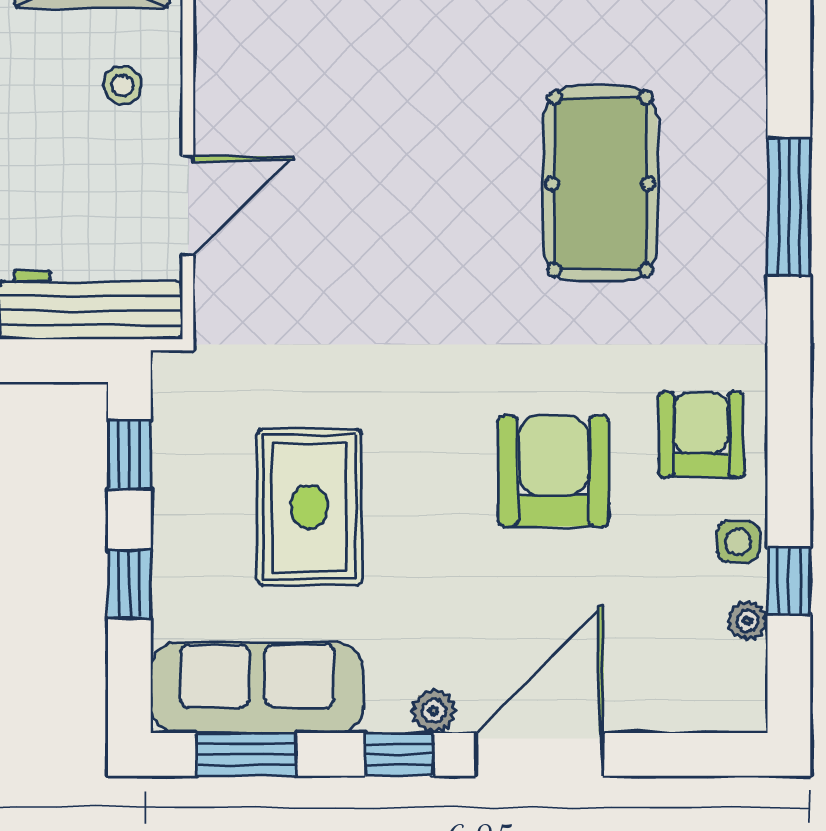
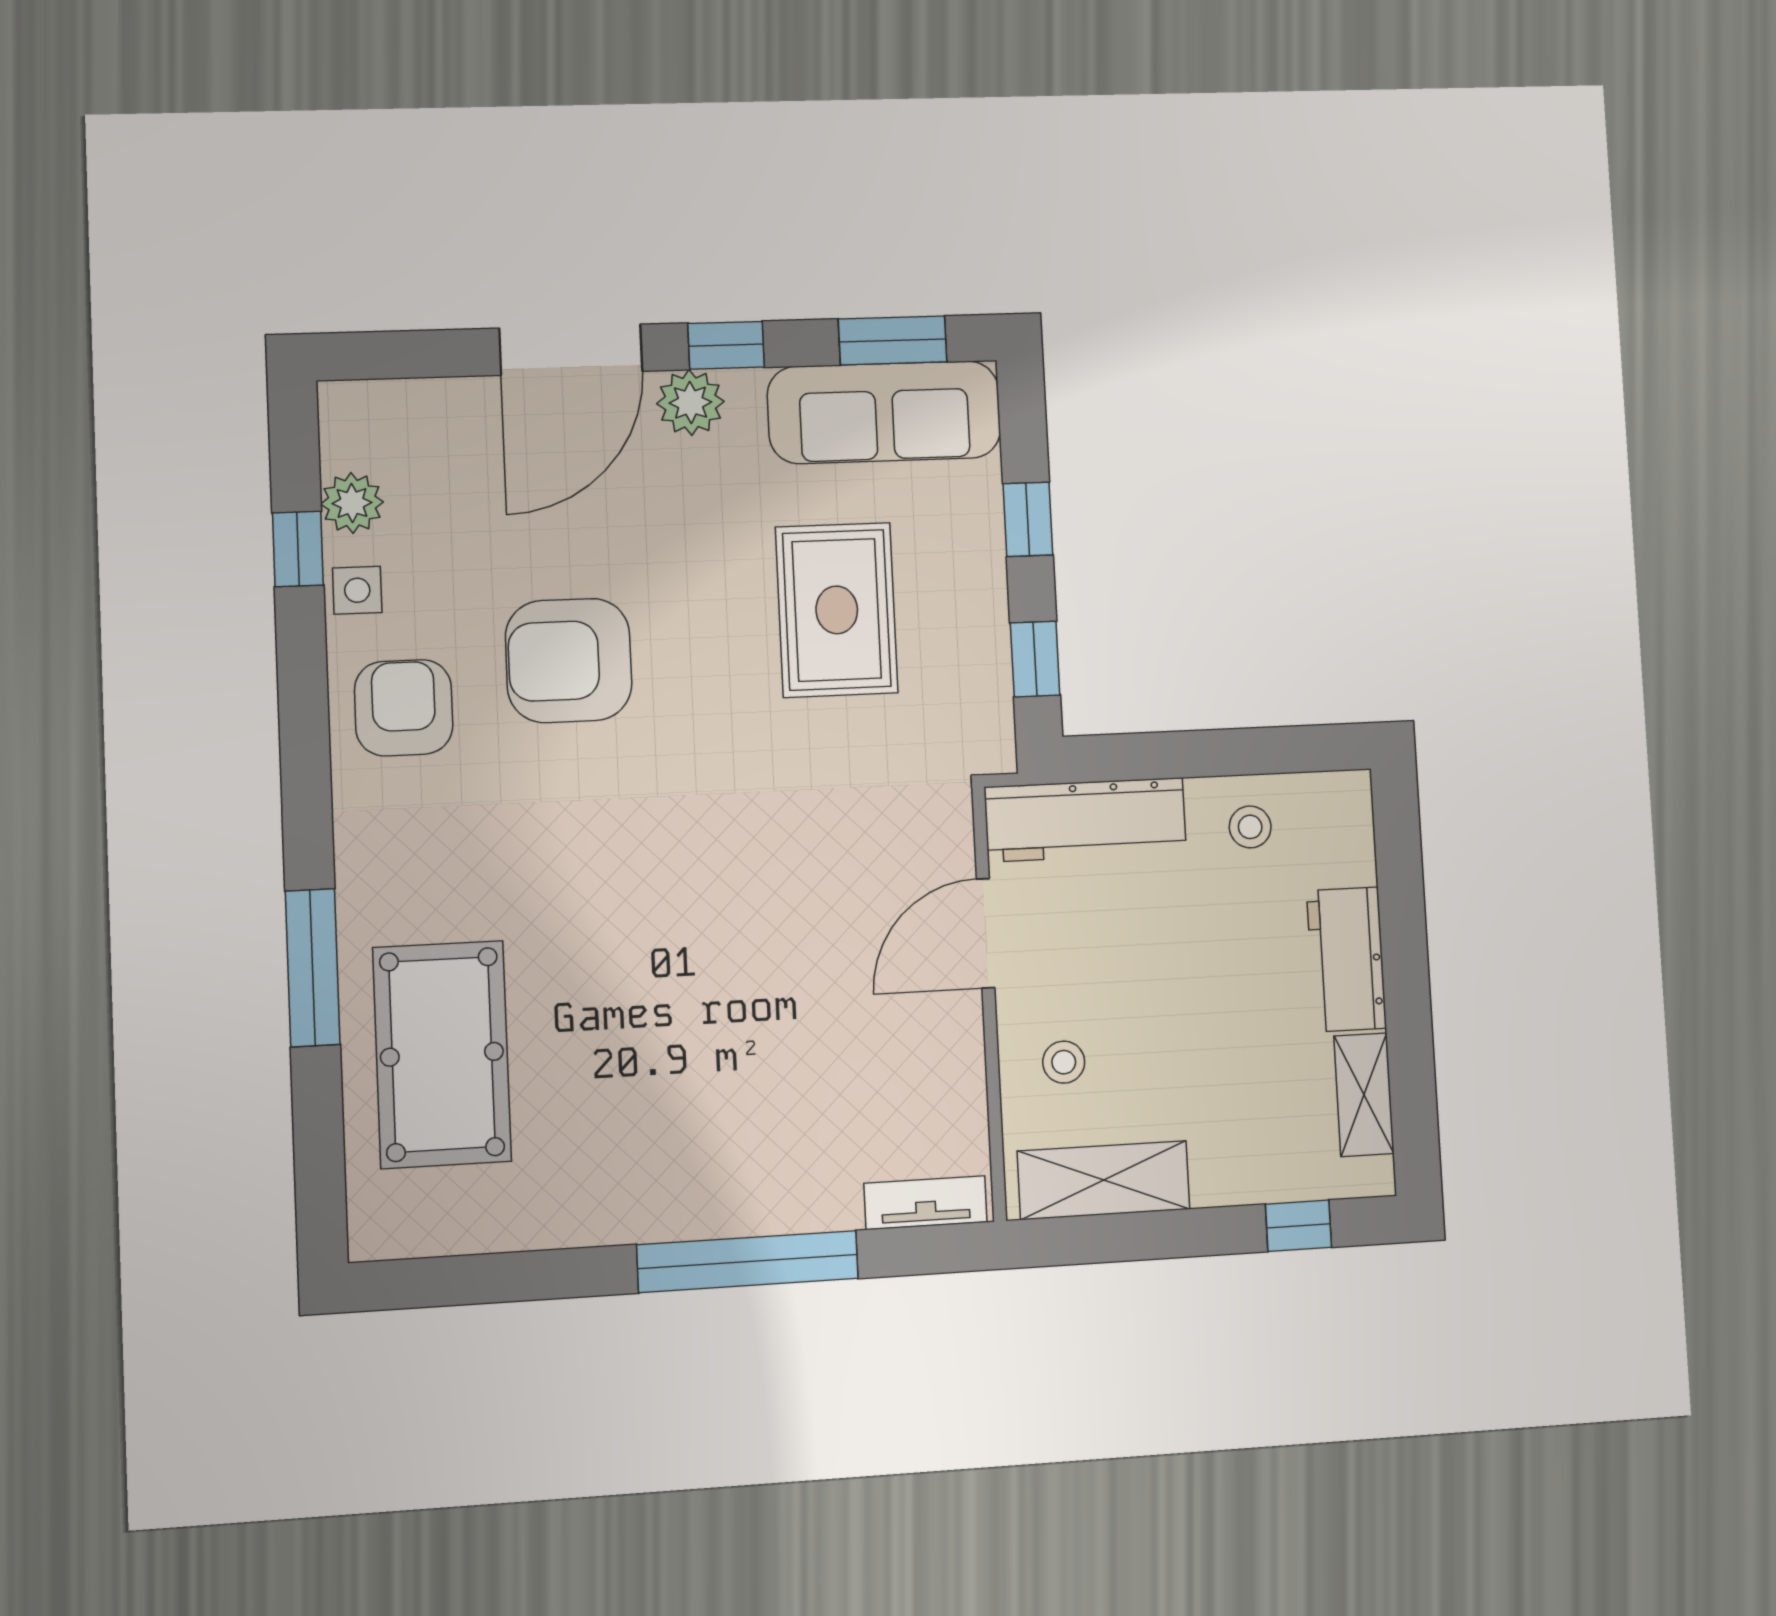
pool table: (600, 184) -> (442, 1054), moved
armchair: (701, 435) -> (404, 708), turned 180
armchair: (553, 471) -> (569, 660), turned 90
plant: (748, 621) -> (352, 503), width x1.38, depth x1.38
plant: (434, 711) -> (690, 403), width x1.38, depth x1.38

